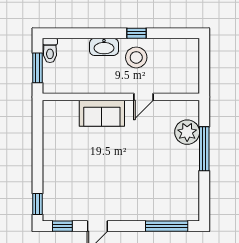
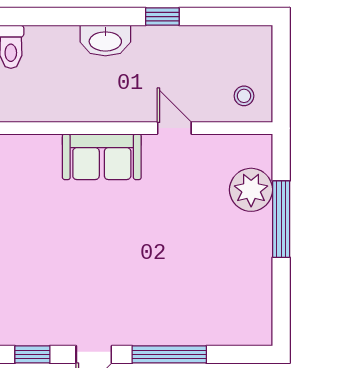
stool: (136, 57) -> (244, 96), moved, width x0.53, depth x0.53
door: (143, 97) -> (174, 128), swing flipped
window: (167, 226) -> (169, 354), moved

